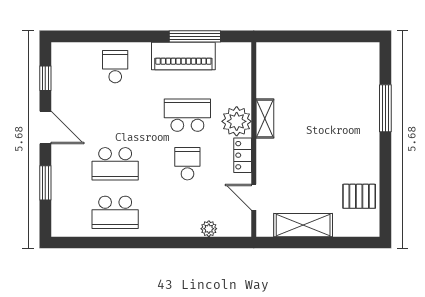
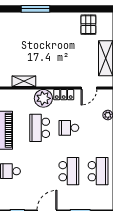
shelving: (265, 118) -> (24, 81), moved

